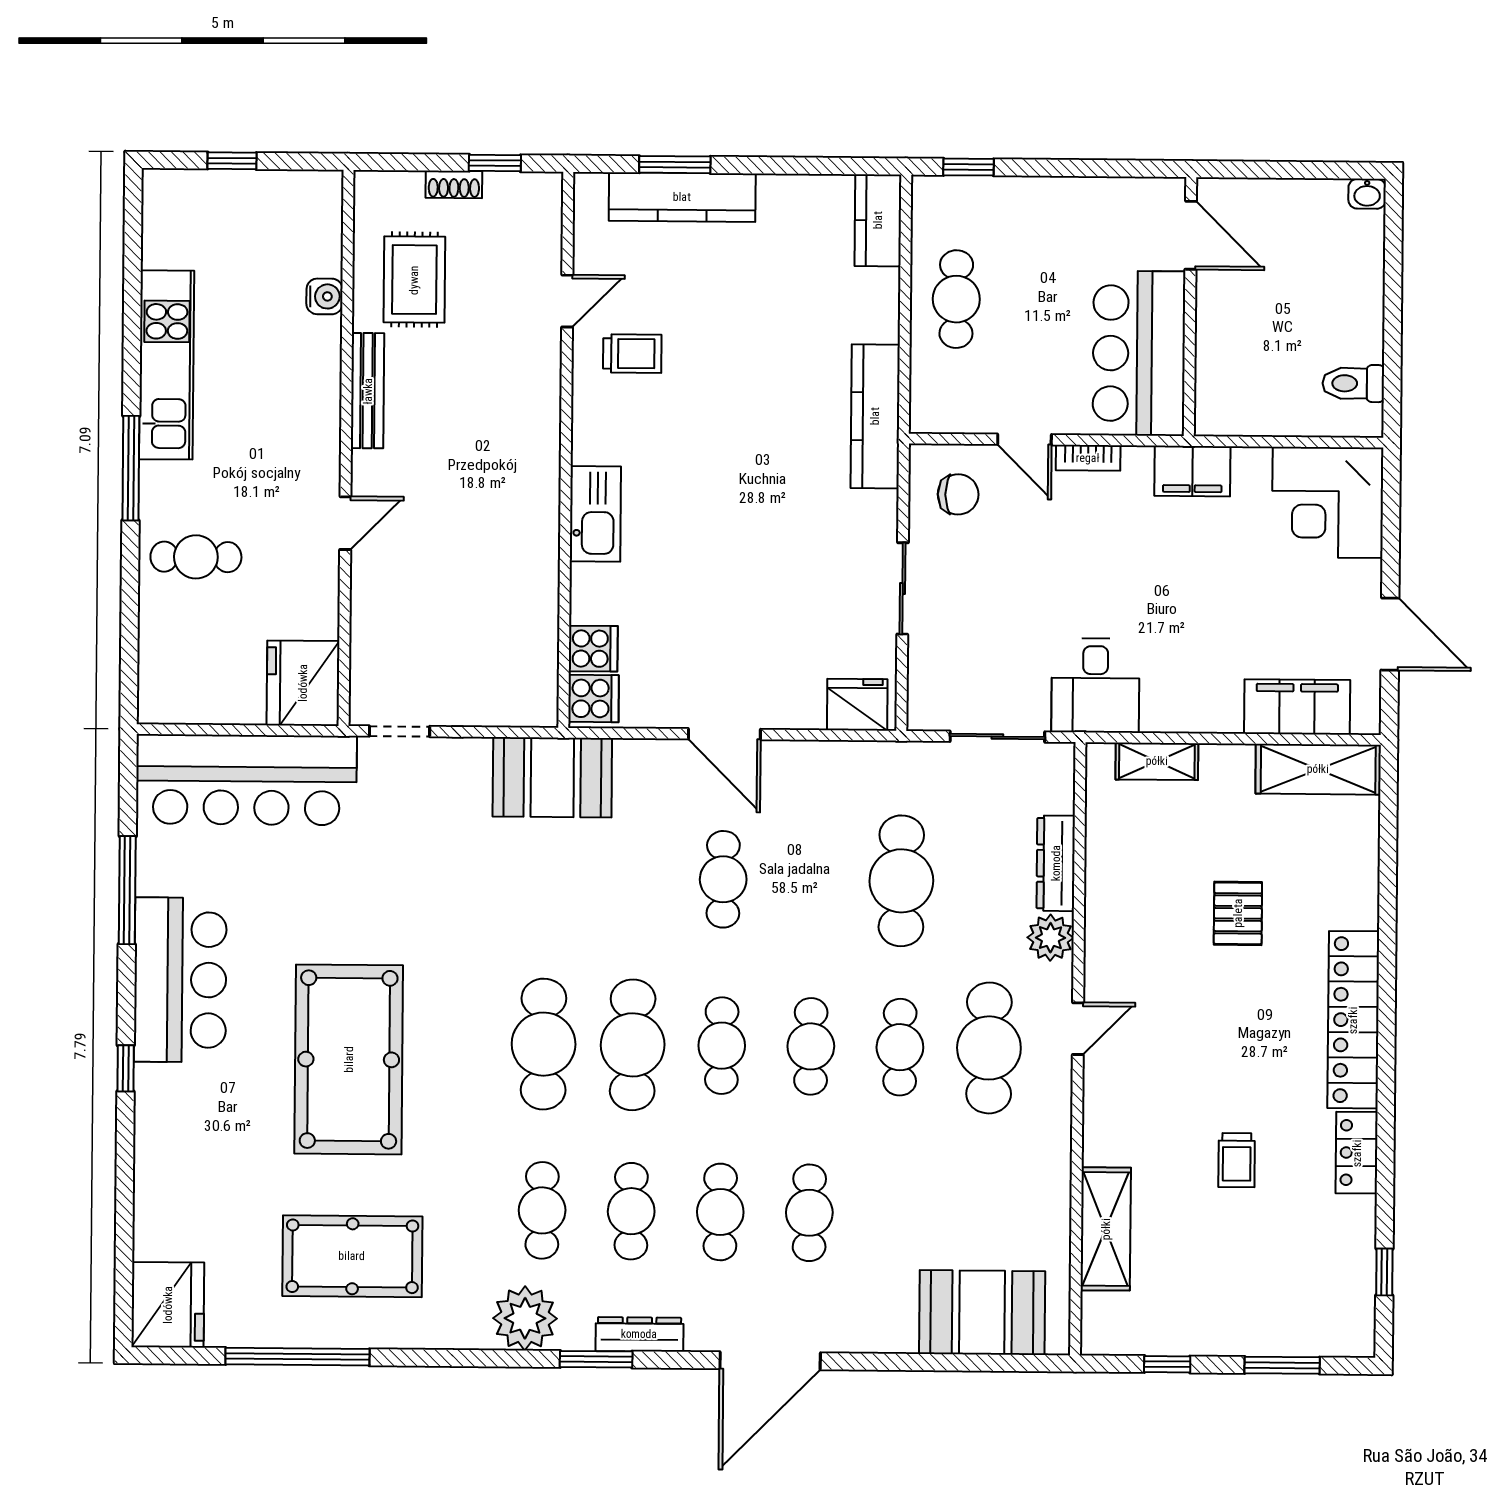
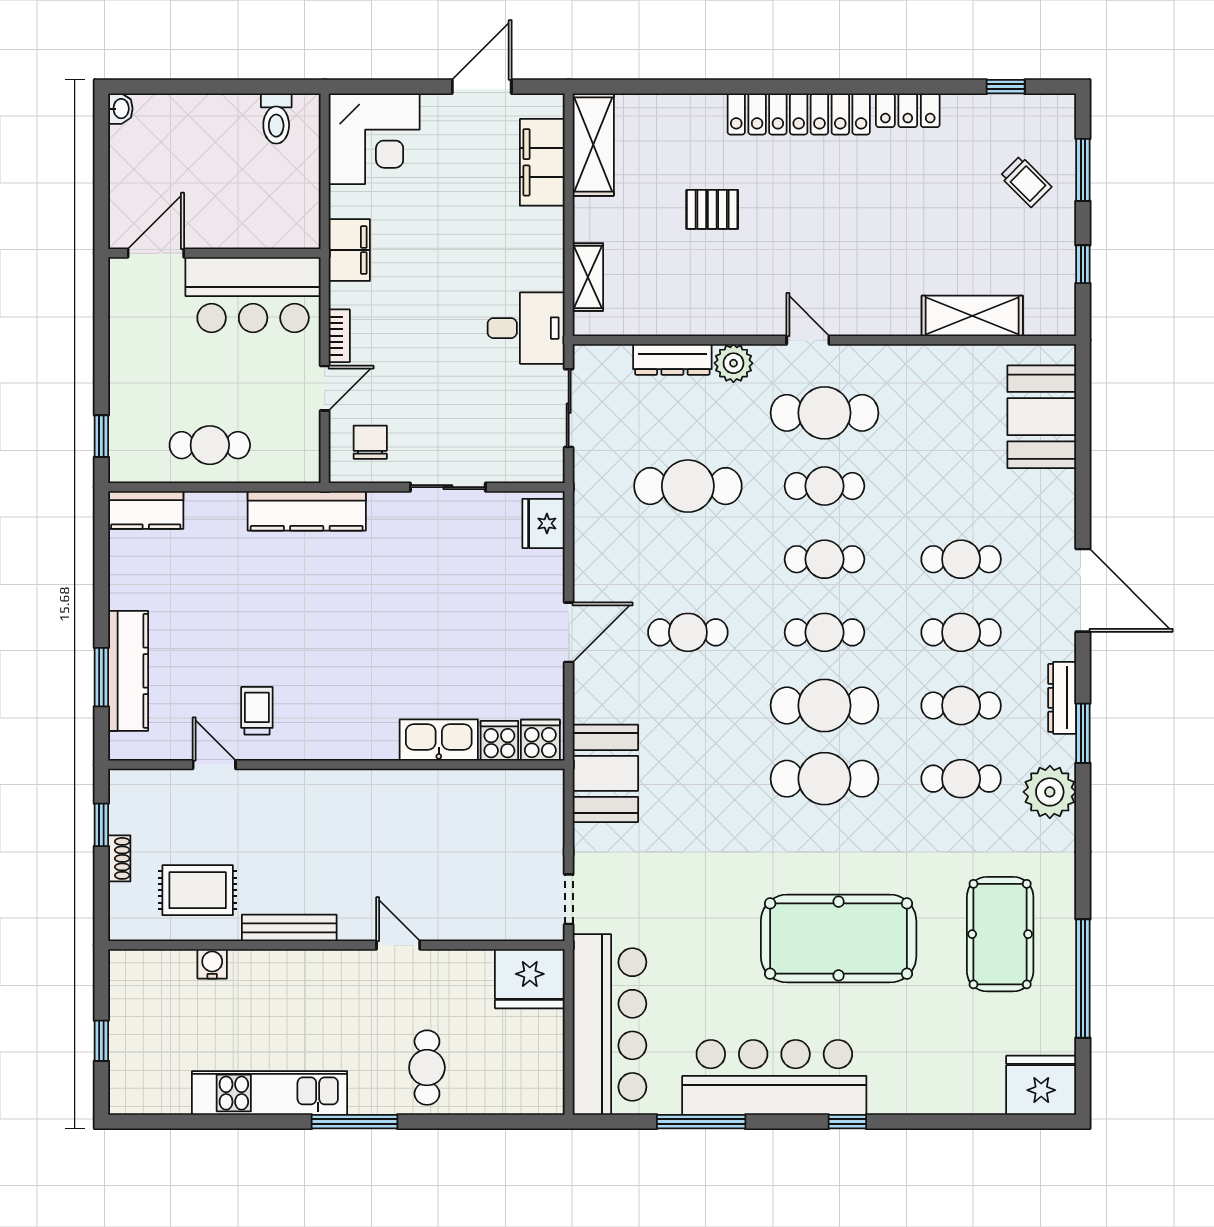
kitchen sink: (595, 514) -> (439, 740), moved
bar counter: (180, 980) -> (774, 1077), width x1.36
trolley: (1237, 1160) -> (1026, 181), moved, turned 45

